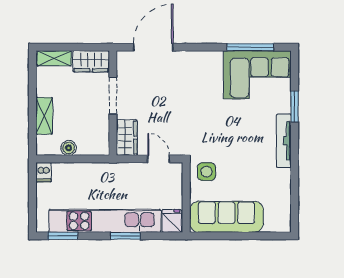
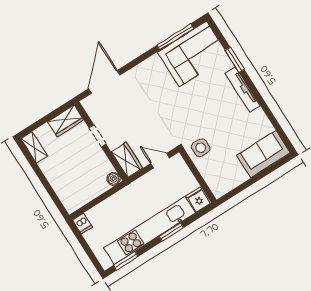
shelving: (54, 58) -> (34, 147), moved, turned 90
doorway: (113, 96) -> (97, 136), width x0.73
shelving: (44, 116) -> (57, 182), removed
boiler: (69, 148) -> (114, 179), moved
sofa: (226, 217) -> (263, 154), moved, width x0.73

